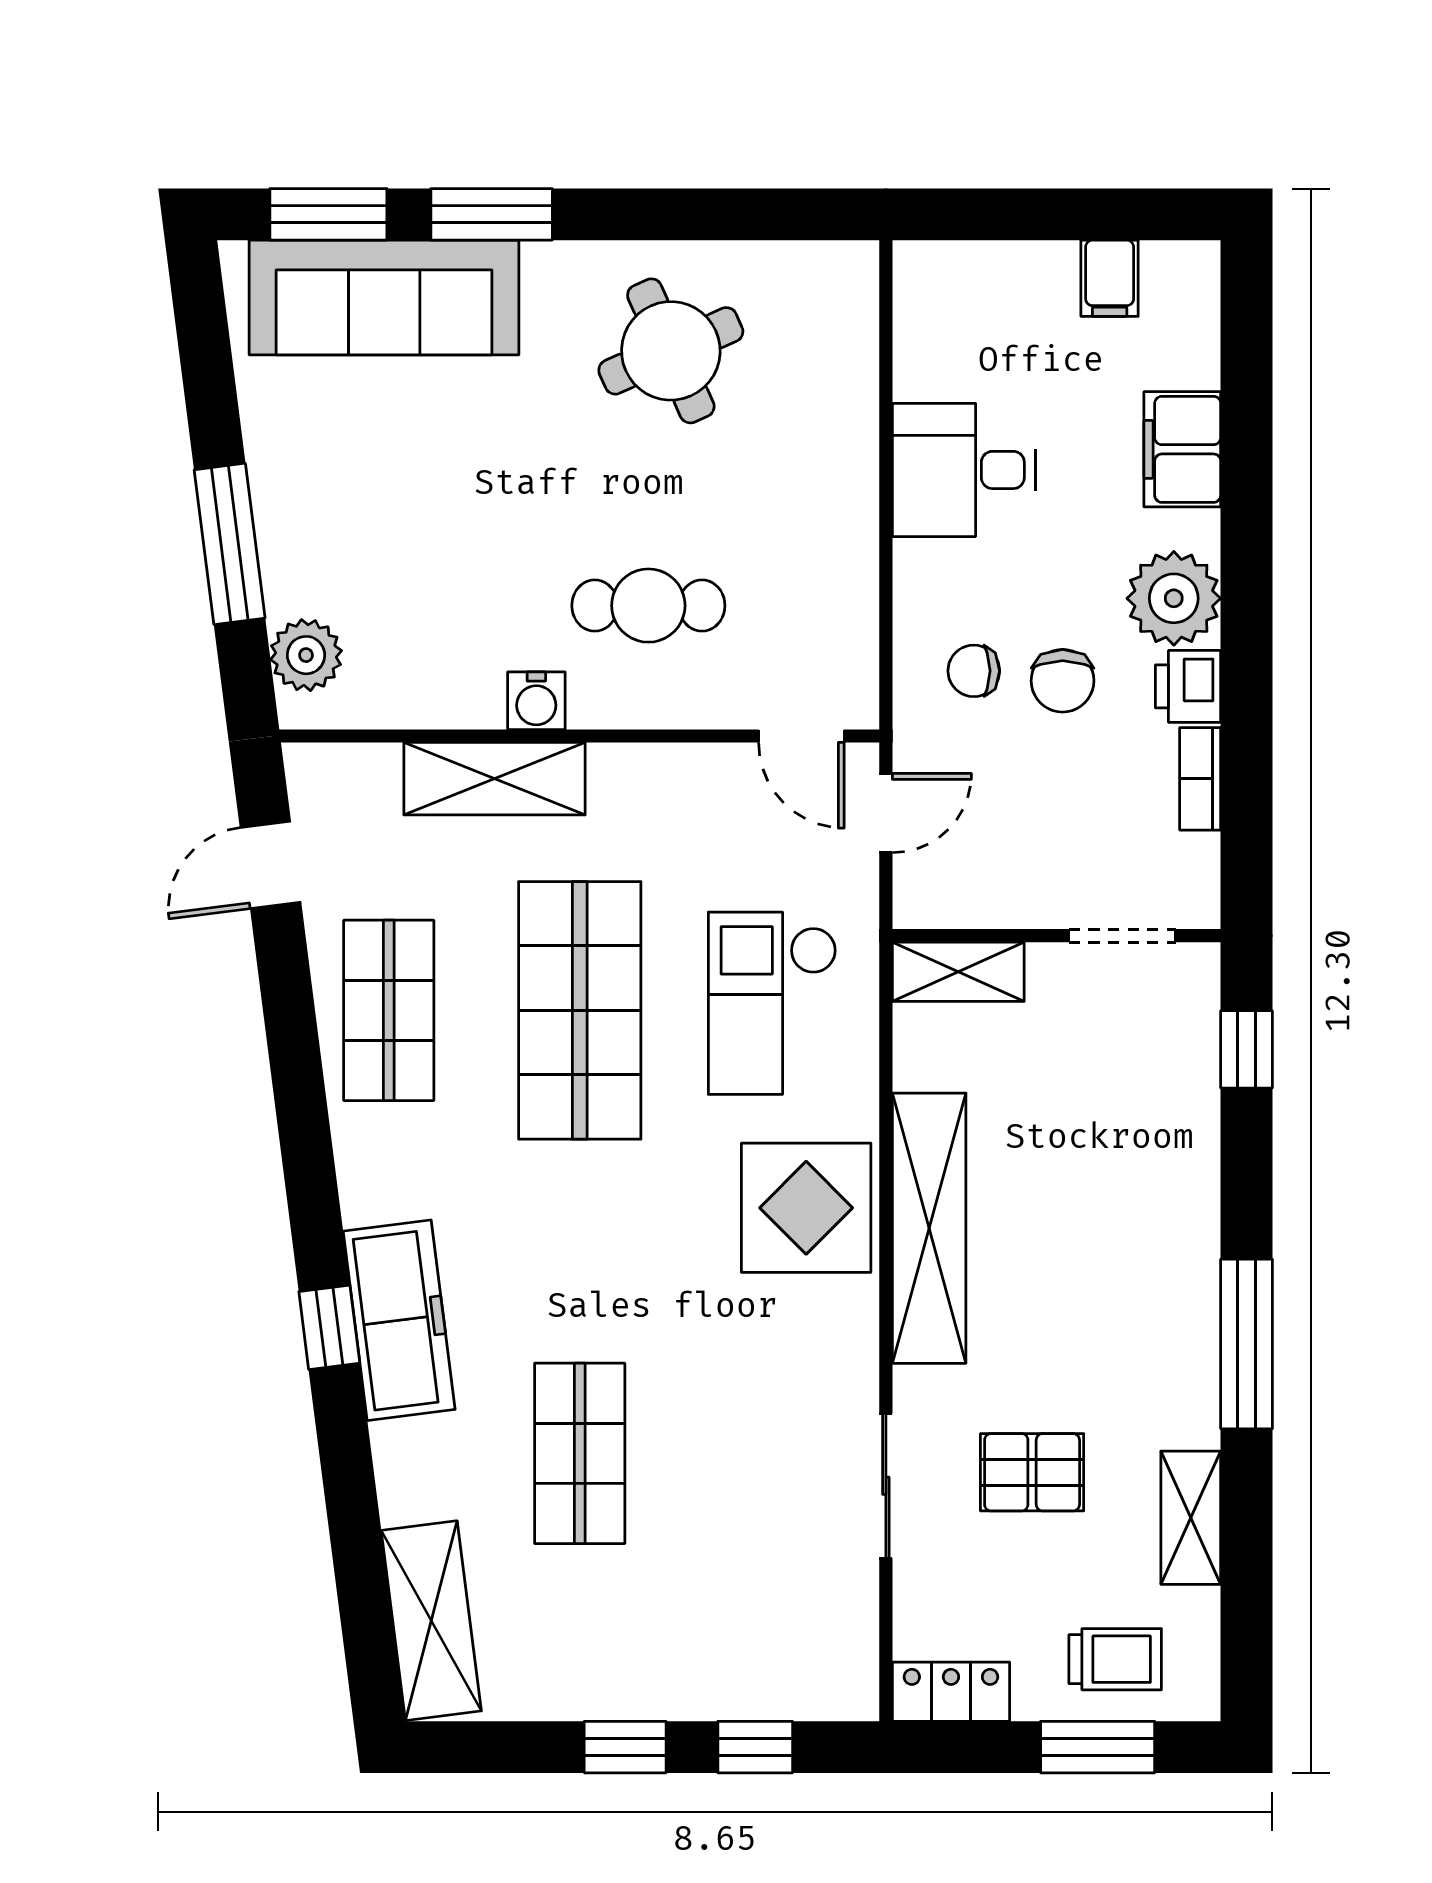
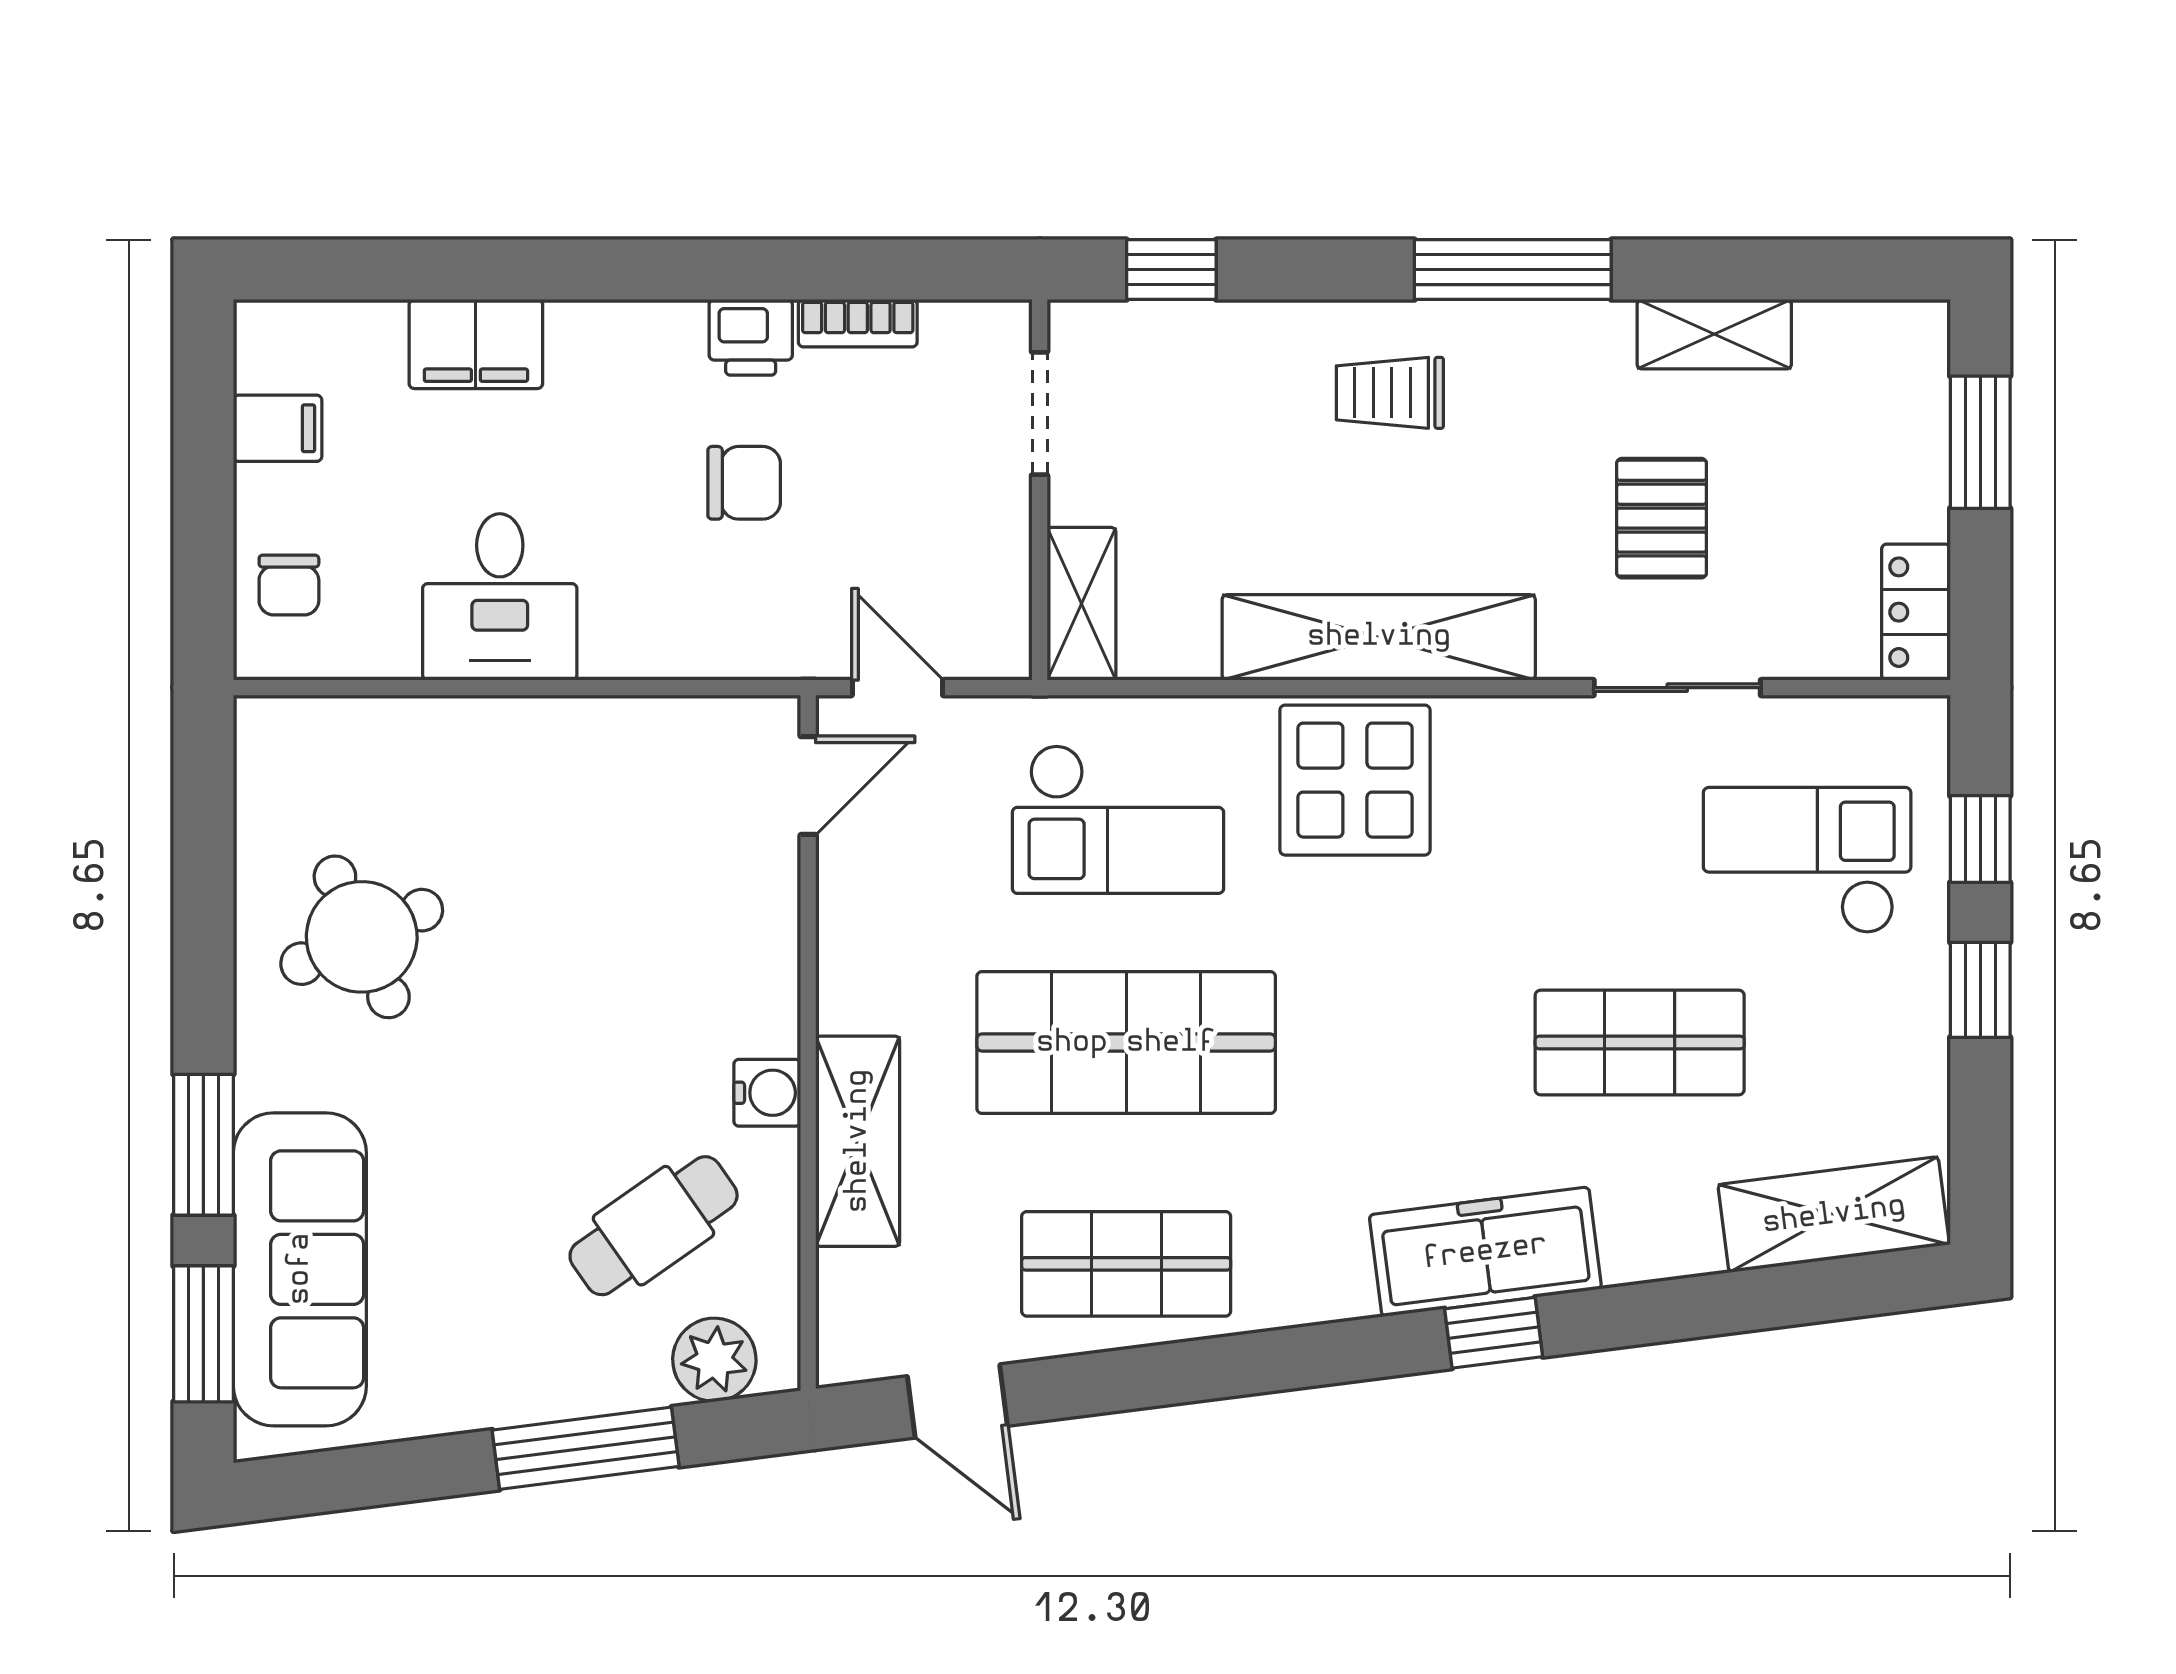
plant: (1174, 598) -> (649, 354), removed
cafe table: (648, 606) -> (654, 1226), moved, turned 55
chair: (974, 671) -> (289, 585), moved
checkout: (737, 1598) -> (1807, 860), added
trolley: (1115, 1659) -> (1390, 393), moved, turned -90

